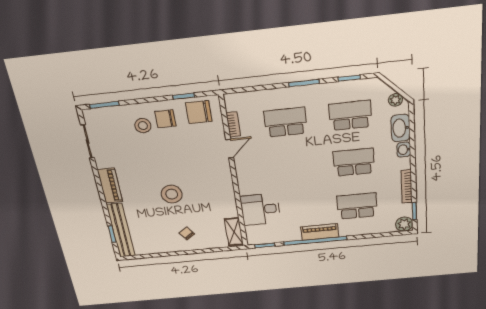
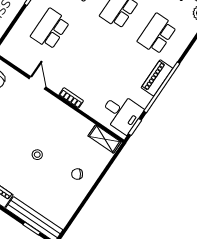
bookcase: (233, 124) -> (71, 98), moved
stool: (172, 194) -> (37, 155), width x0.53, depth x0.53
desk: (260, 209) -> (121, 113), moved, turned -90

